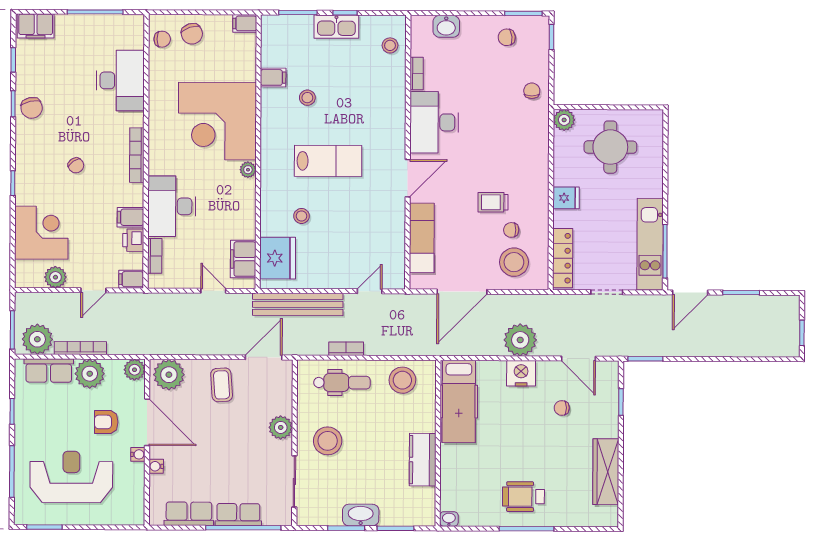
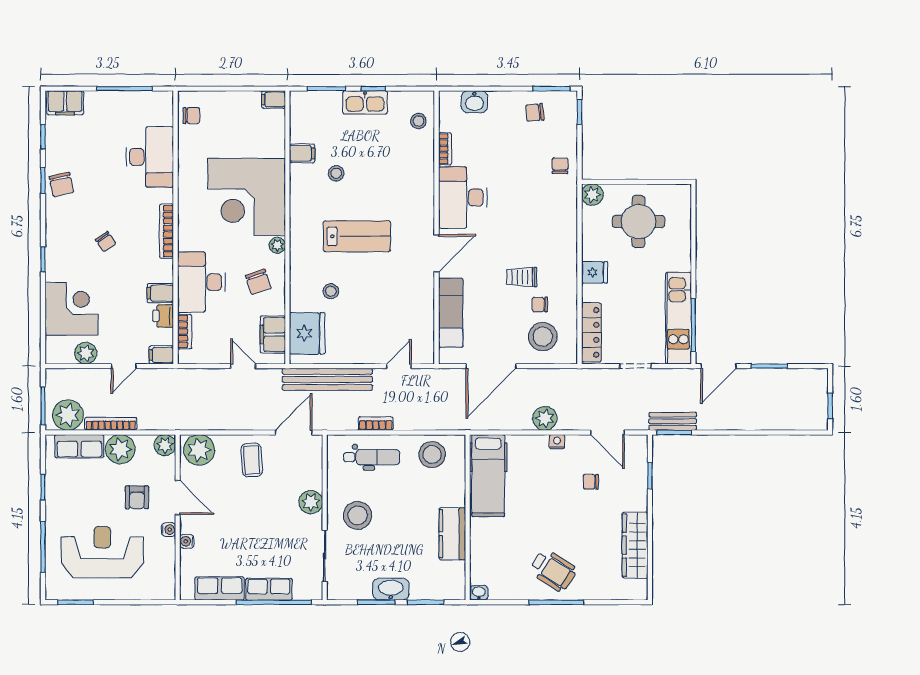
chair: (192, 34) -> (258, 282), moved
plant: (520, 340) -> (545, 418), width x0.73, depth x0.73
bench: (644, 348) -> (673, 421), added
nightstand: (521, 373) -> (557, 442), width x0.53, depth x0.56
armchair: (106, 422) -> (137, 497), turned -90
door: (147, 422) -> (178, 498), width x0.73
wheelchair: (523, 497) -> (553, 570), turned -147

